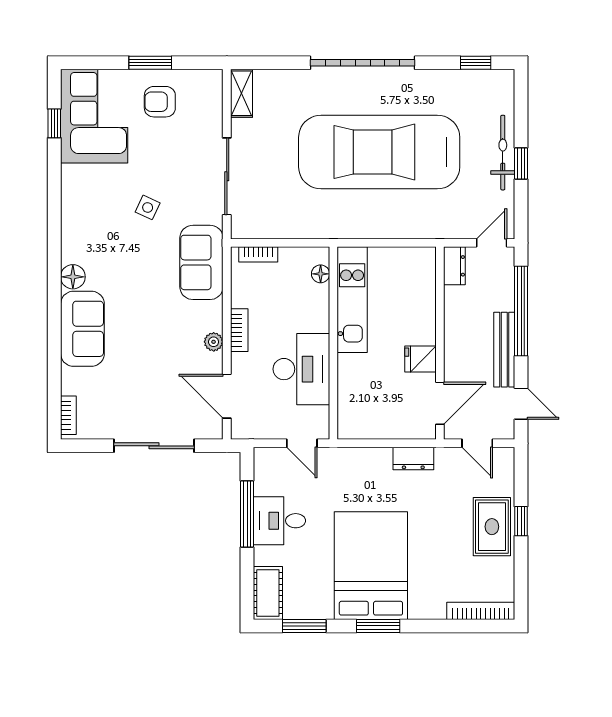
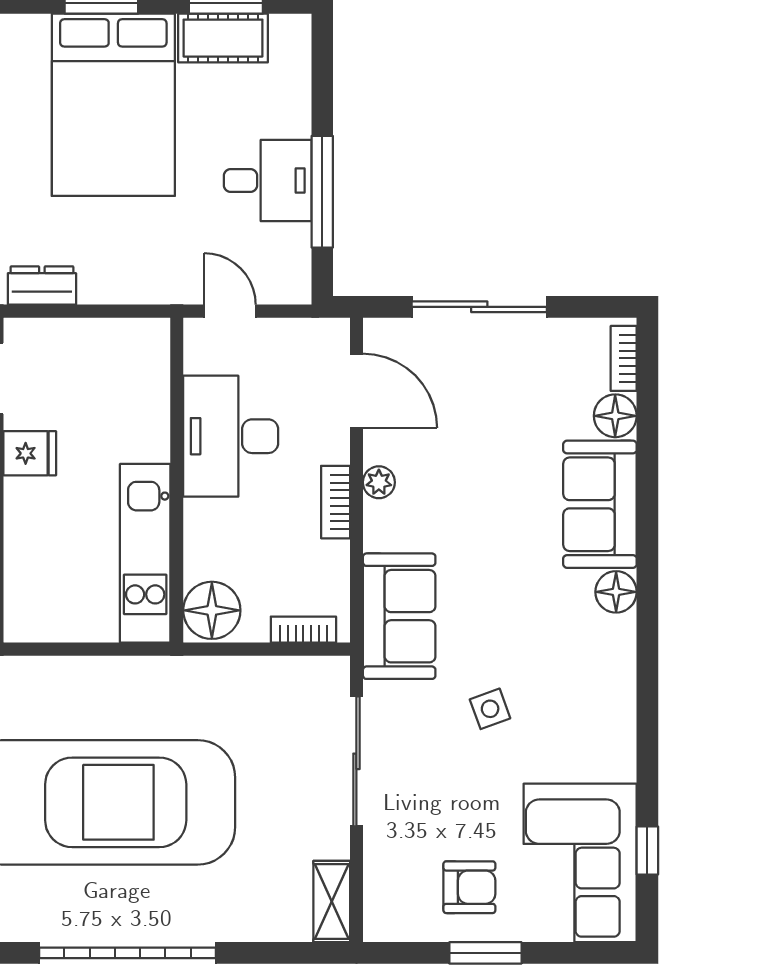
side table: (148, 207) -> (490, 709), turned 45
floor lamp: (321, 274) -> (212, 610), width x1.89, depth x1.89
floor lamp: (73, 381) -> (615, 416), added
cot: (268, 593) -> (223, 38), moved, turned 90

